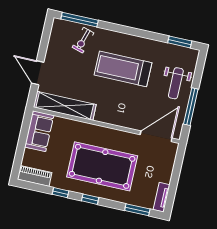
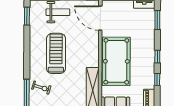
treadmill: (123, 69) -> (56, 53), turned 180
pool table: (102, 166) -> (116, 61), moved

